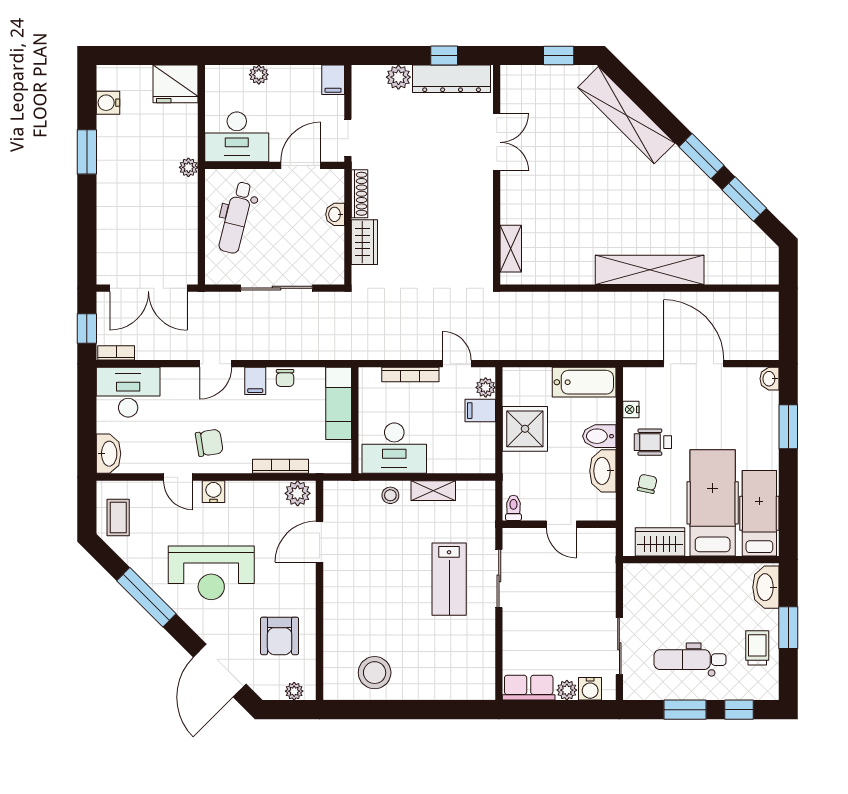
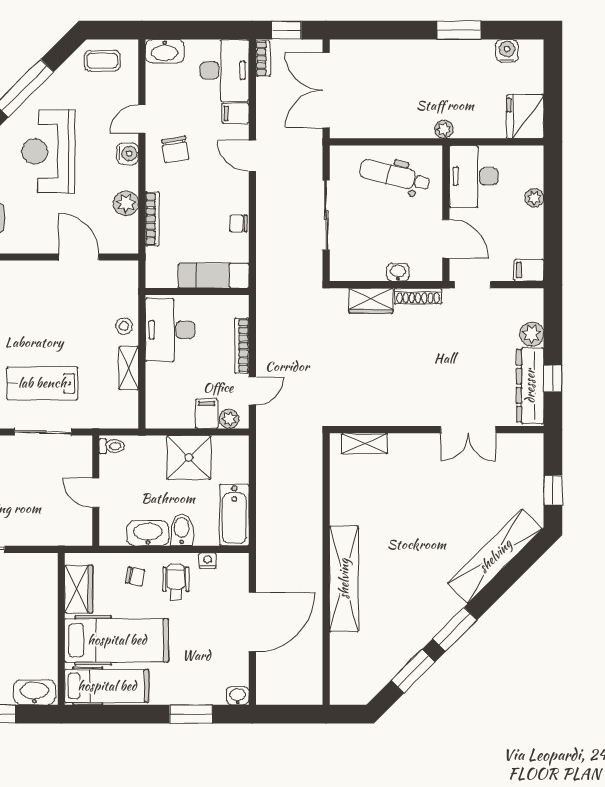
filing cabinet: (255, 381) -> (236, 113), moved
plant: (298, 493) -> (126, 203), moved
door: (561, 524) -> (96, 493), hinge flipped

